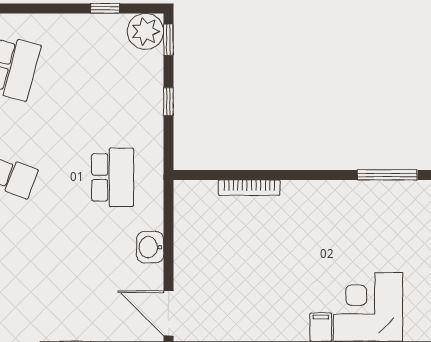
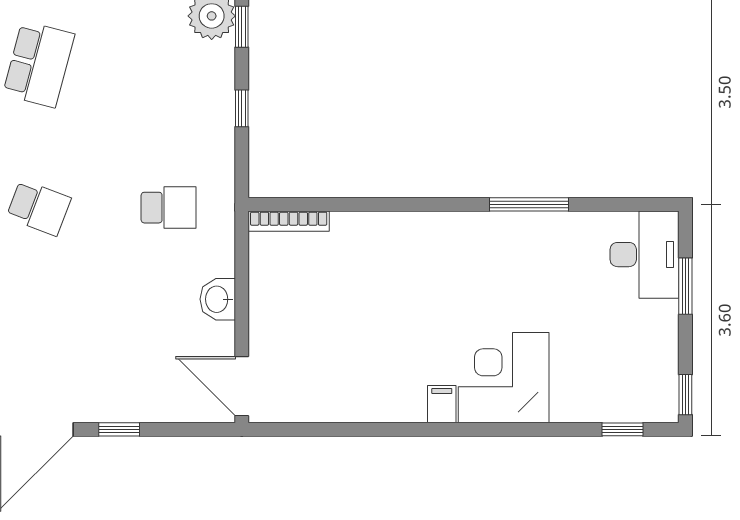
school desk: (113, 177) -> (169, 208), width x0.54
bookcase: (249, 188) -> (289, 221), moved

